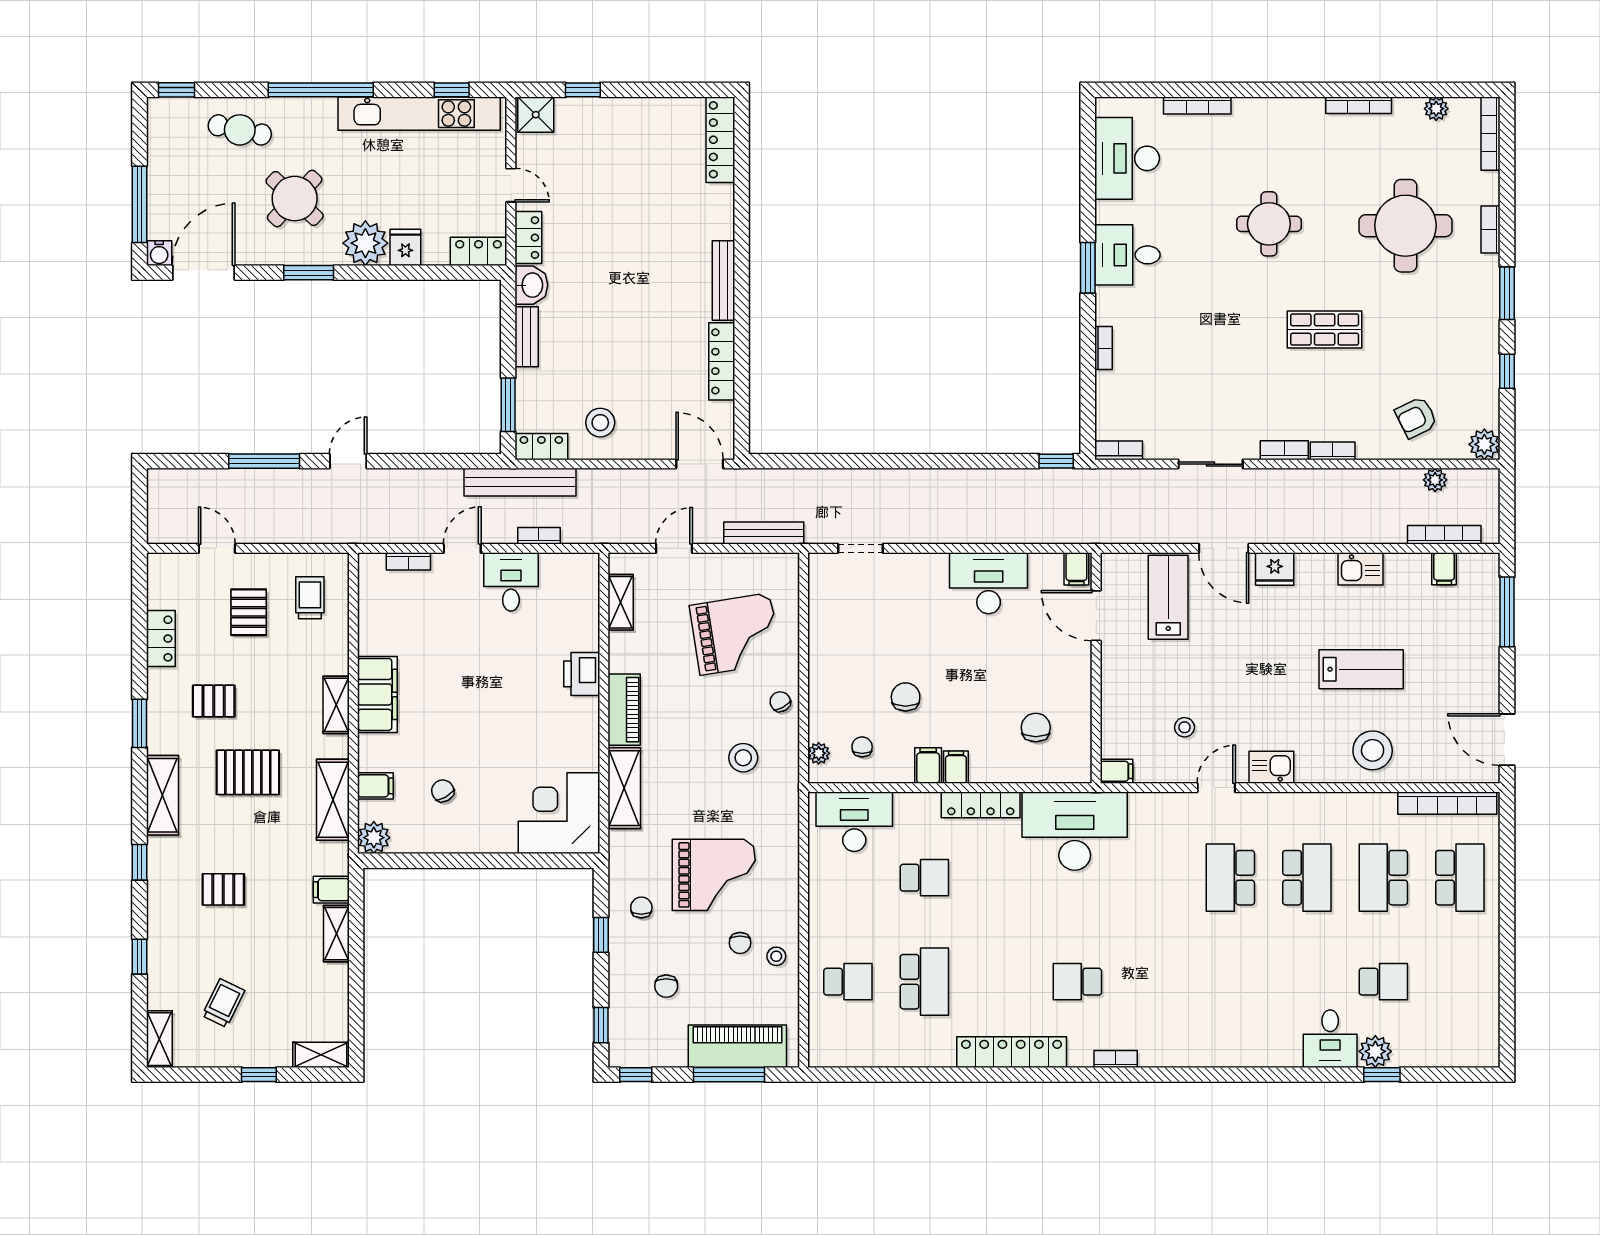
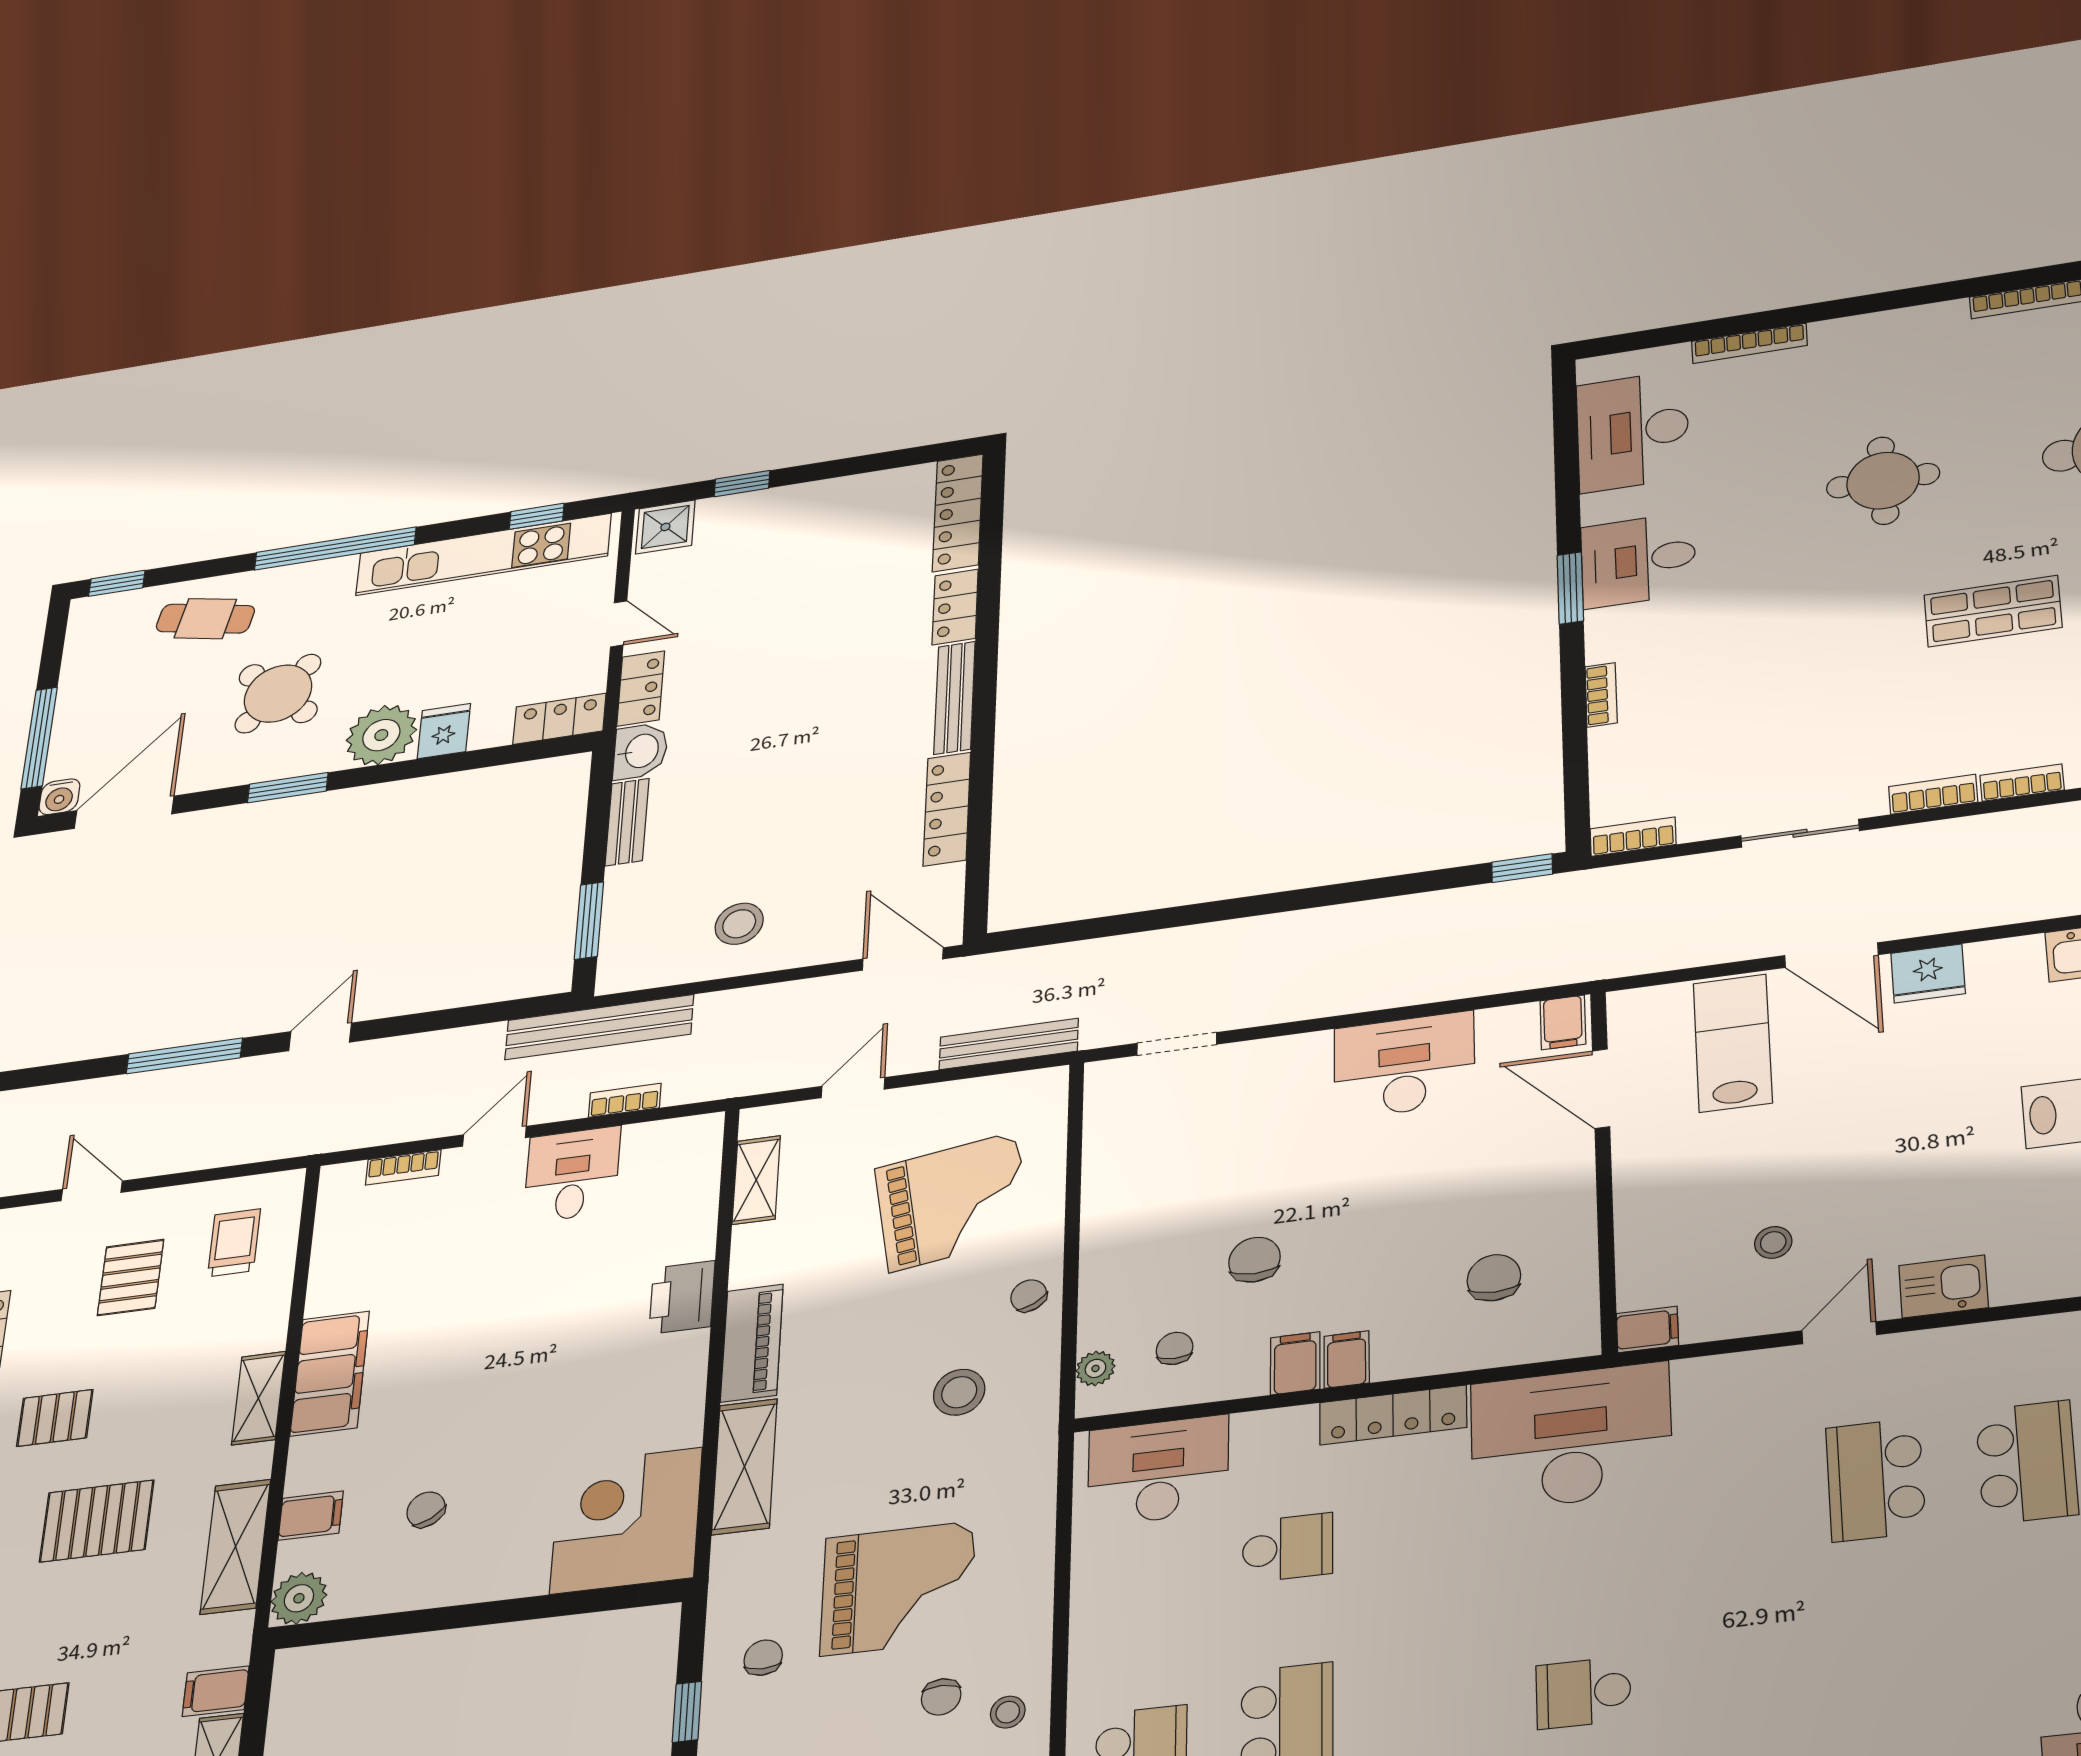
locker: (541, 447) -> (955, 607), moved, turned -90

